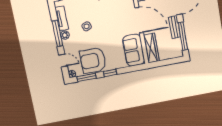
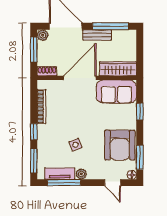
window: (57, 33) -> (64, 183), moved
door: (63, 60) -> (113, 183), swing flipped
window: (110, 73) -> (140, 112), moved

